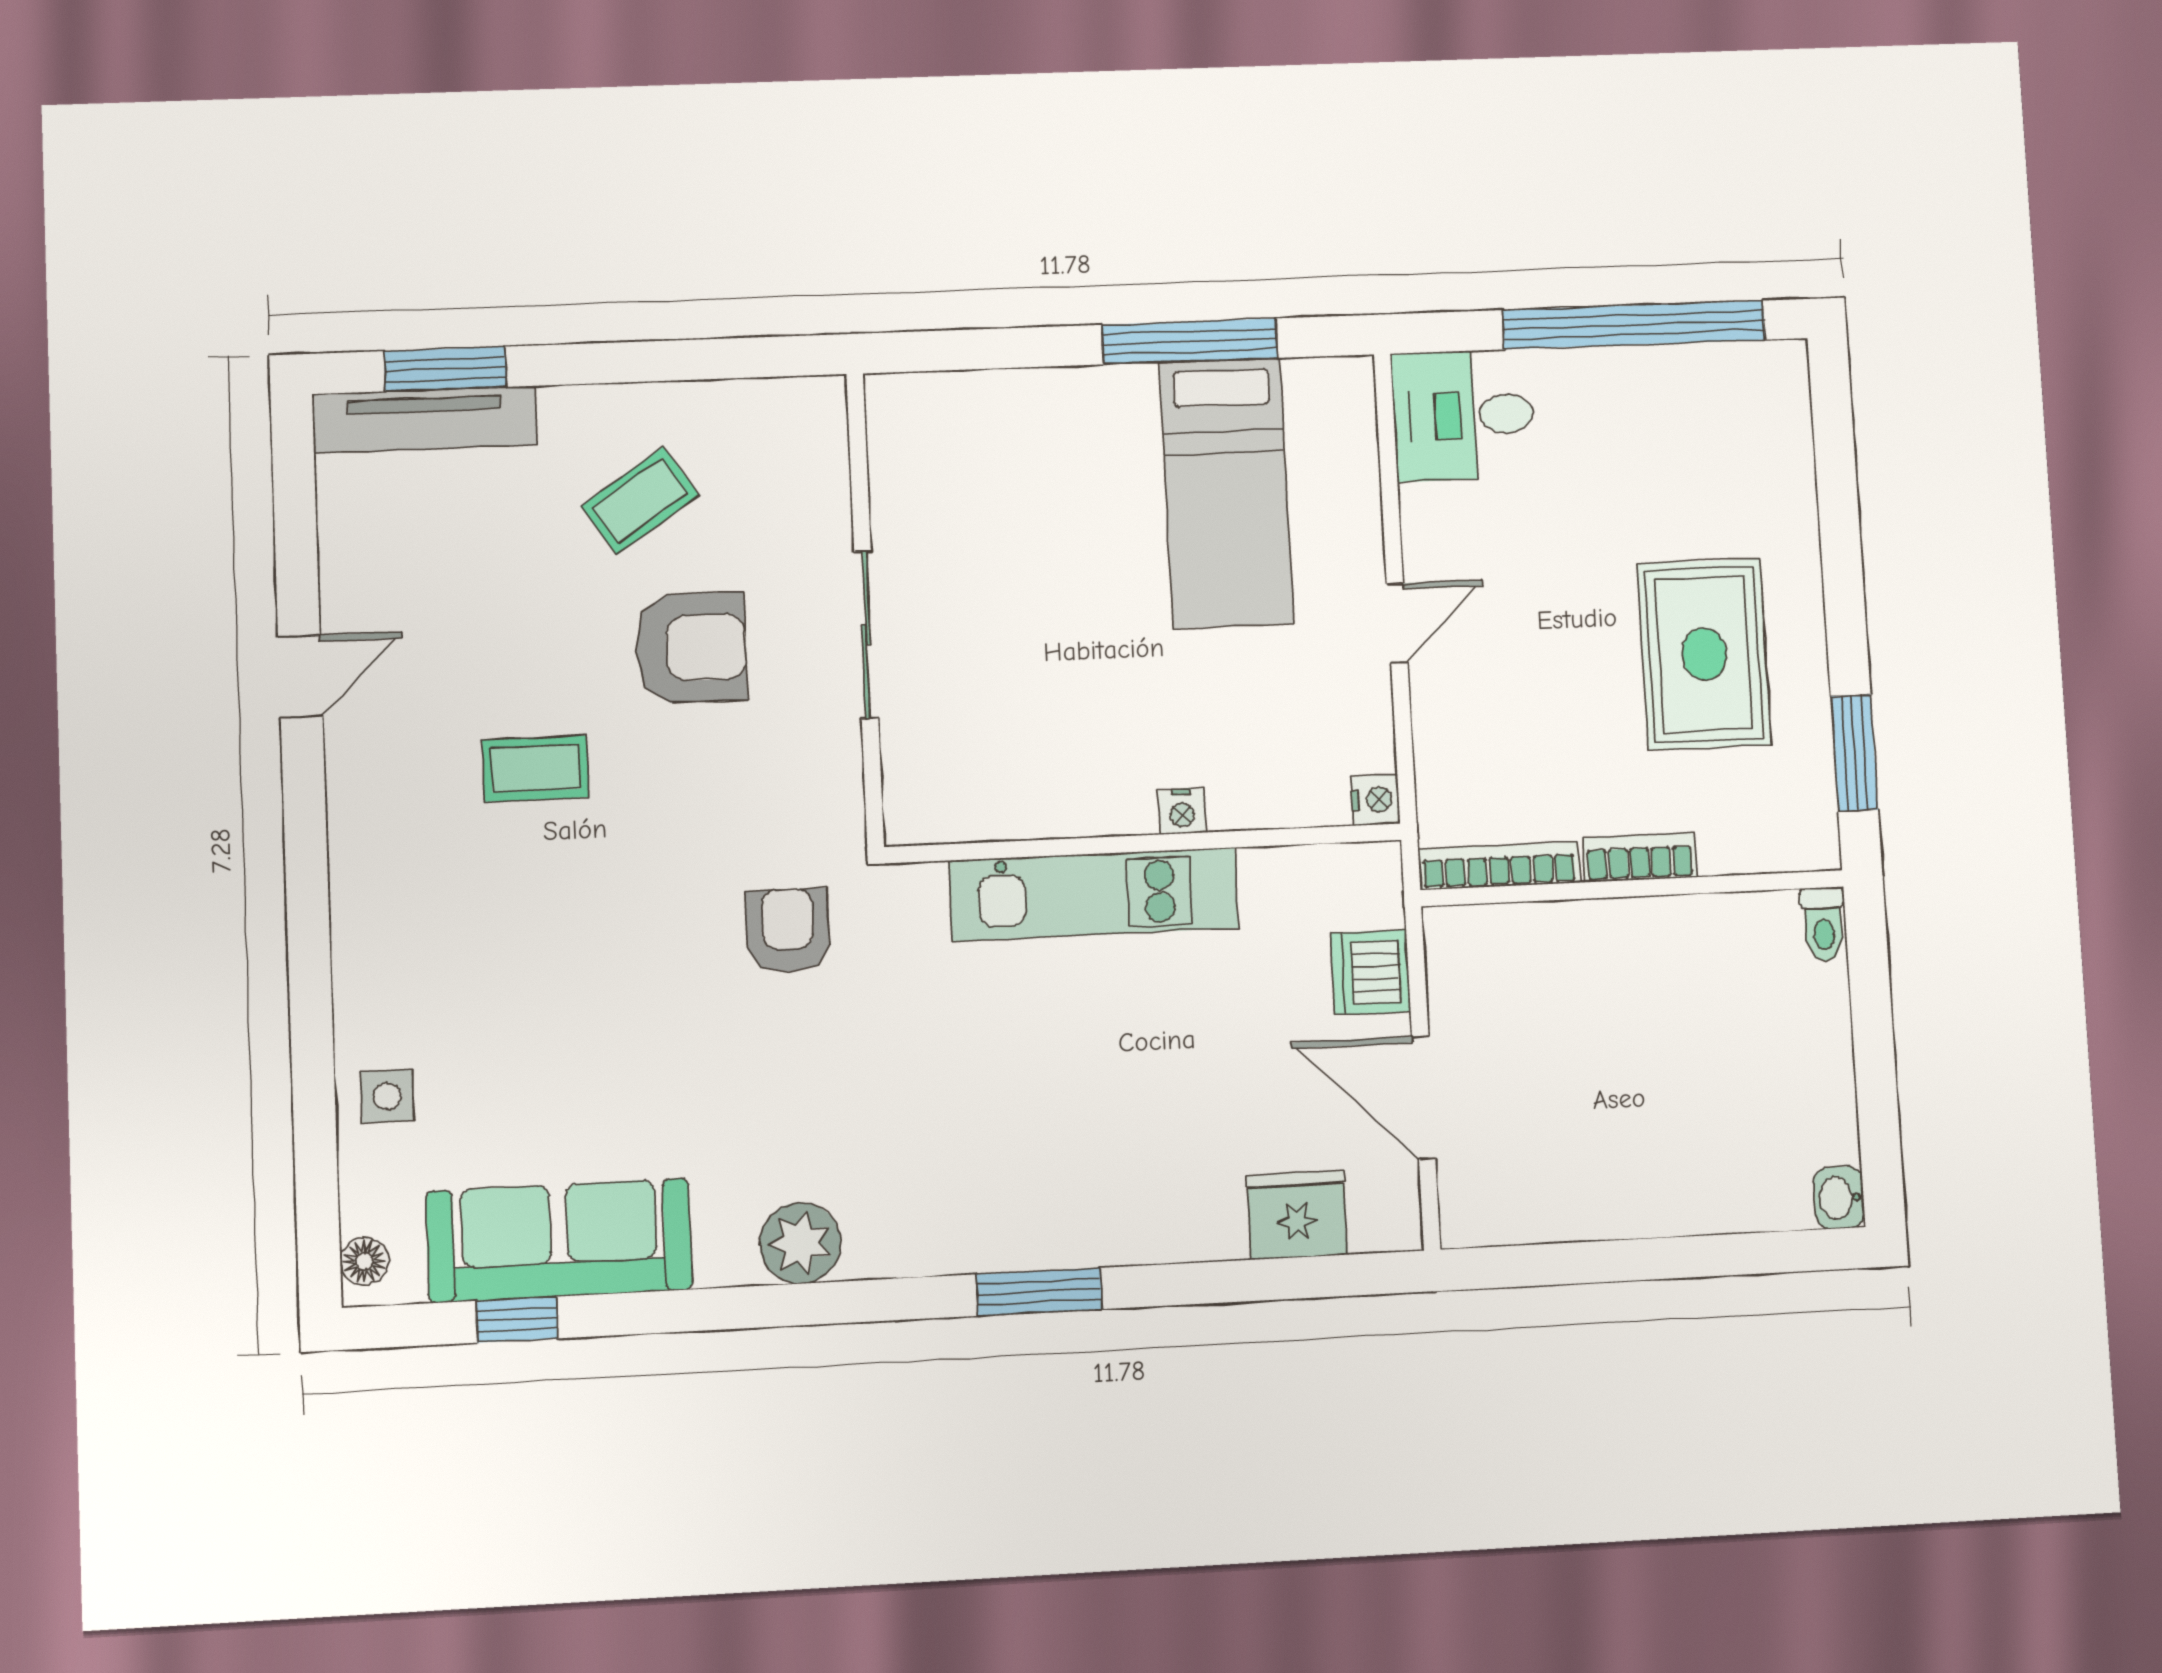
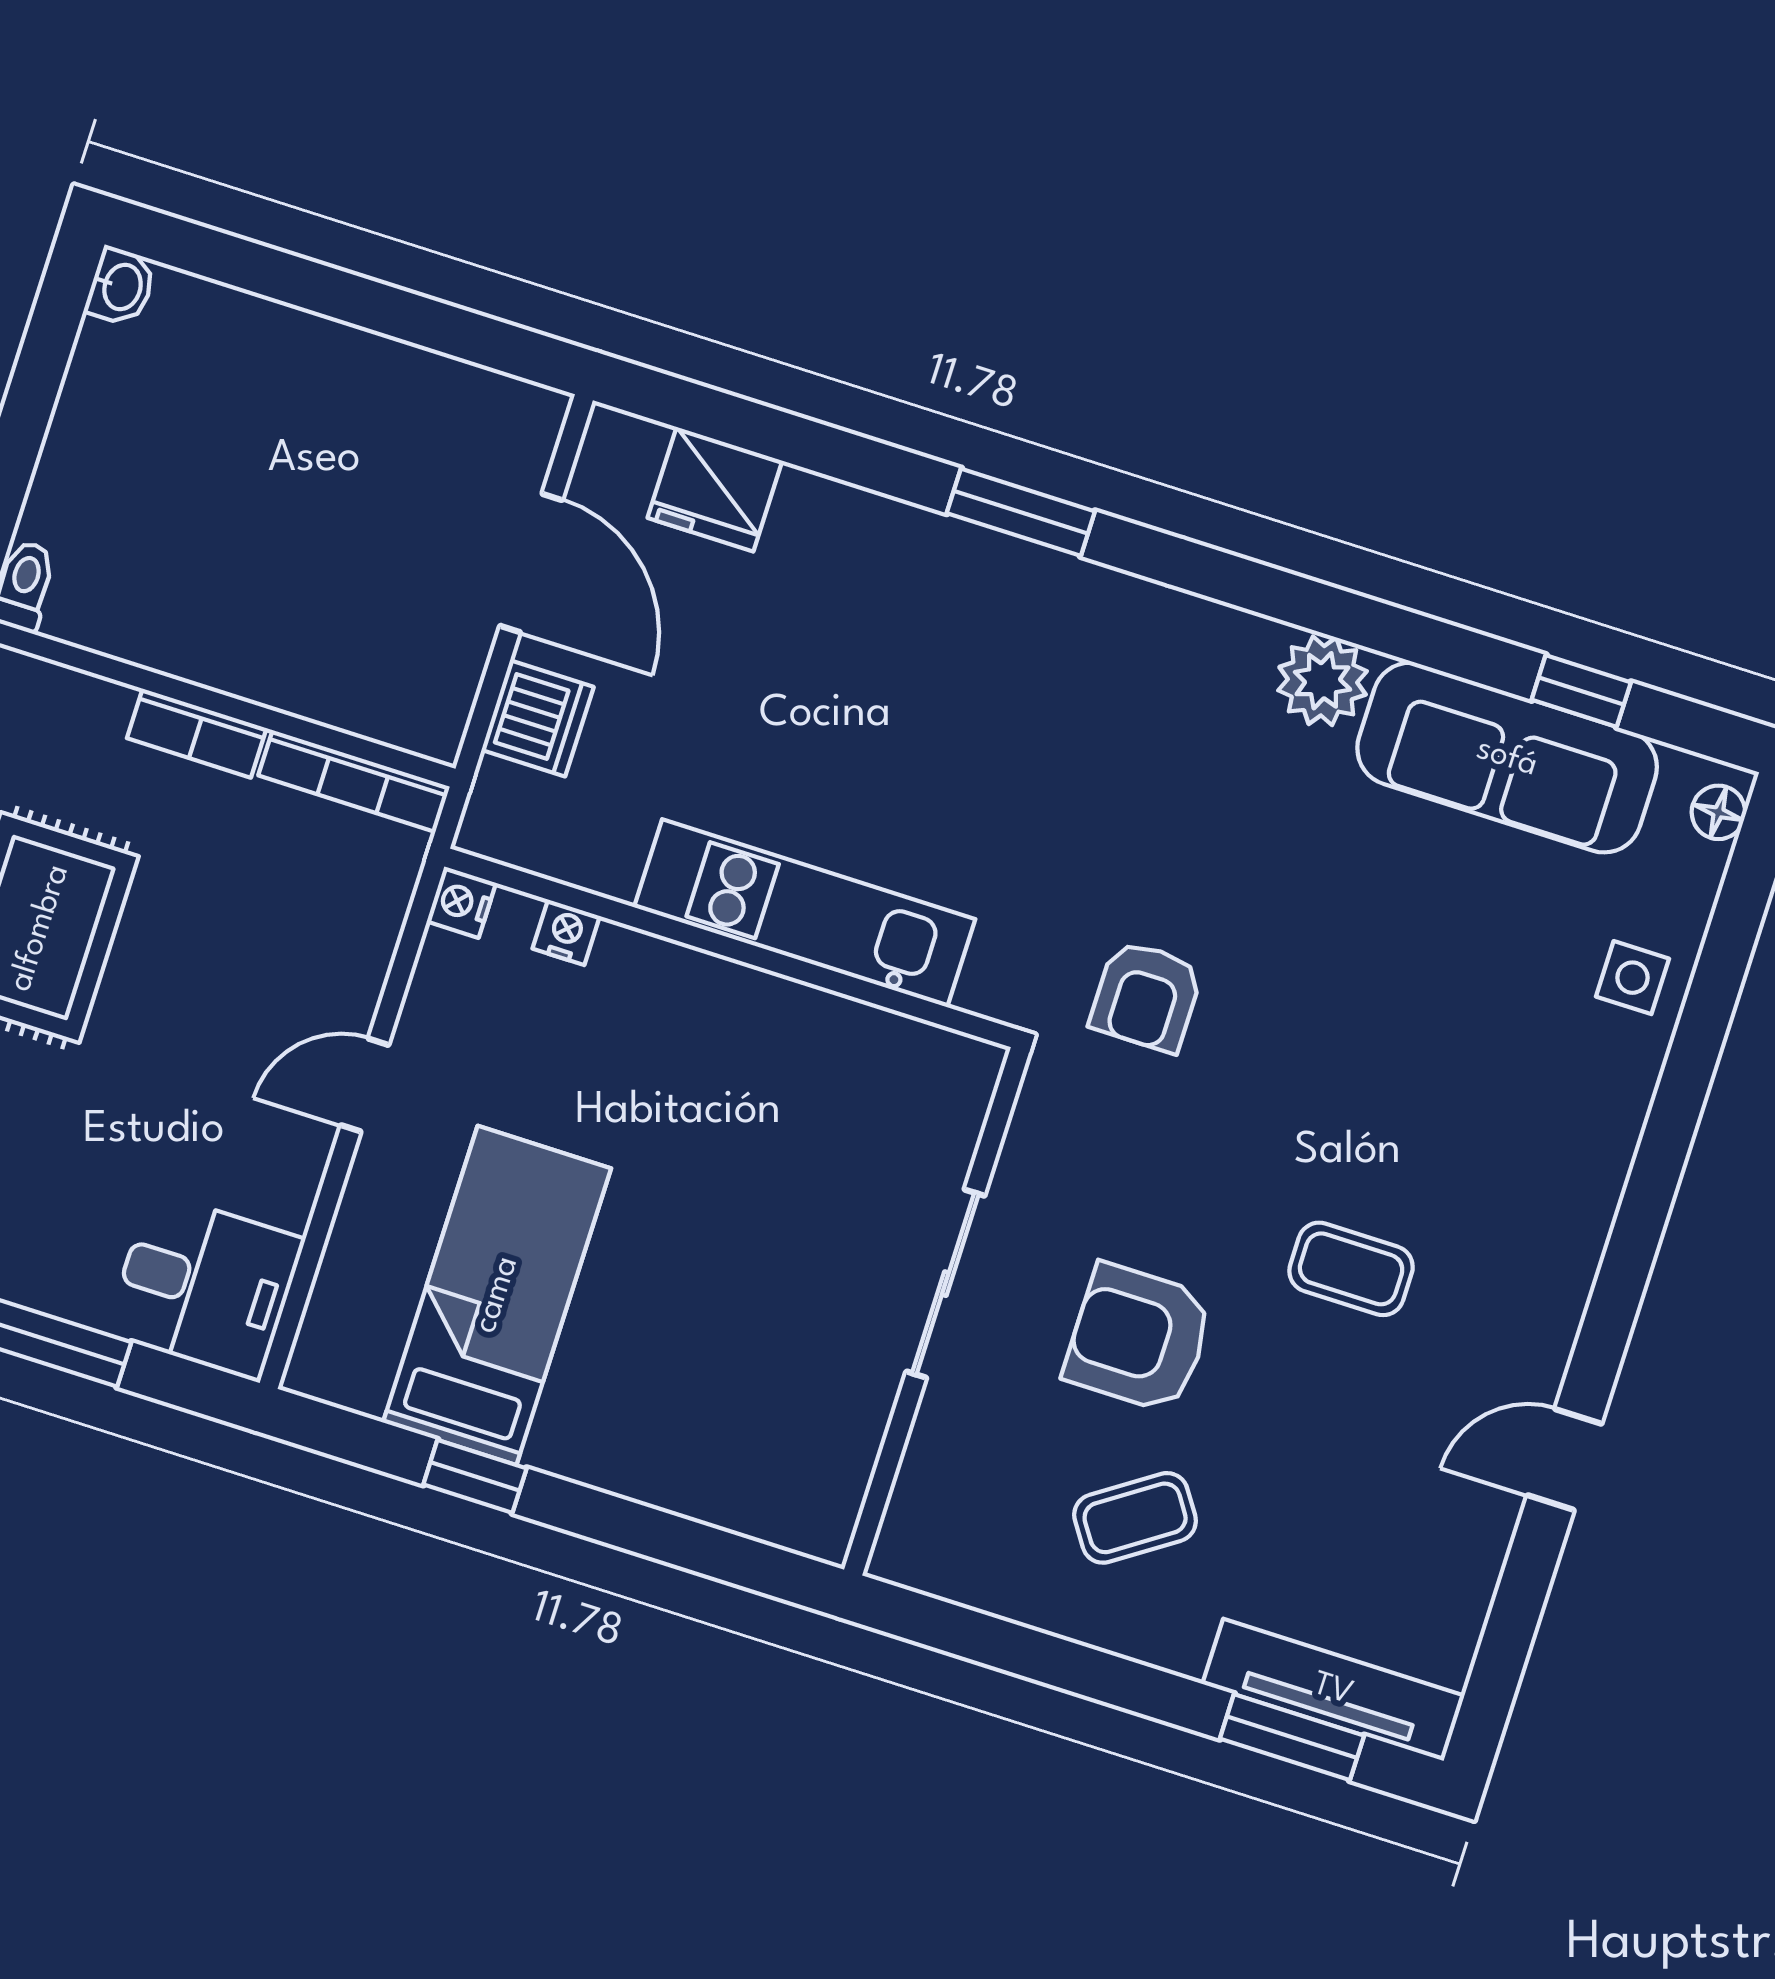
window: (1190, 341) -> (475, 1476), width x0.46
nightstand: (1182, 811) -> (566, 932), moved
plant: (800, 1243) -> (1323, 681), moved

